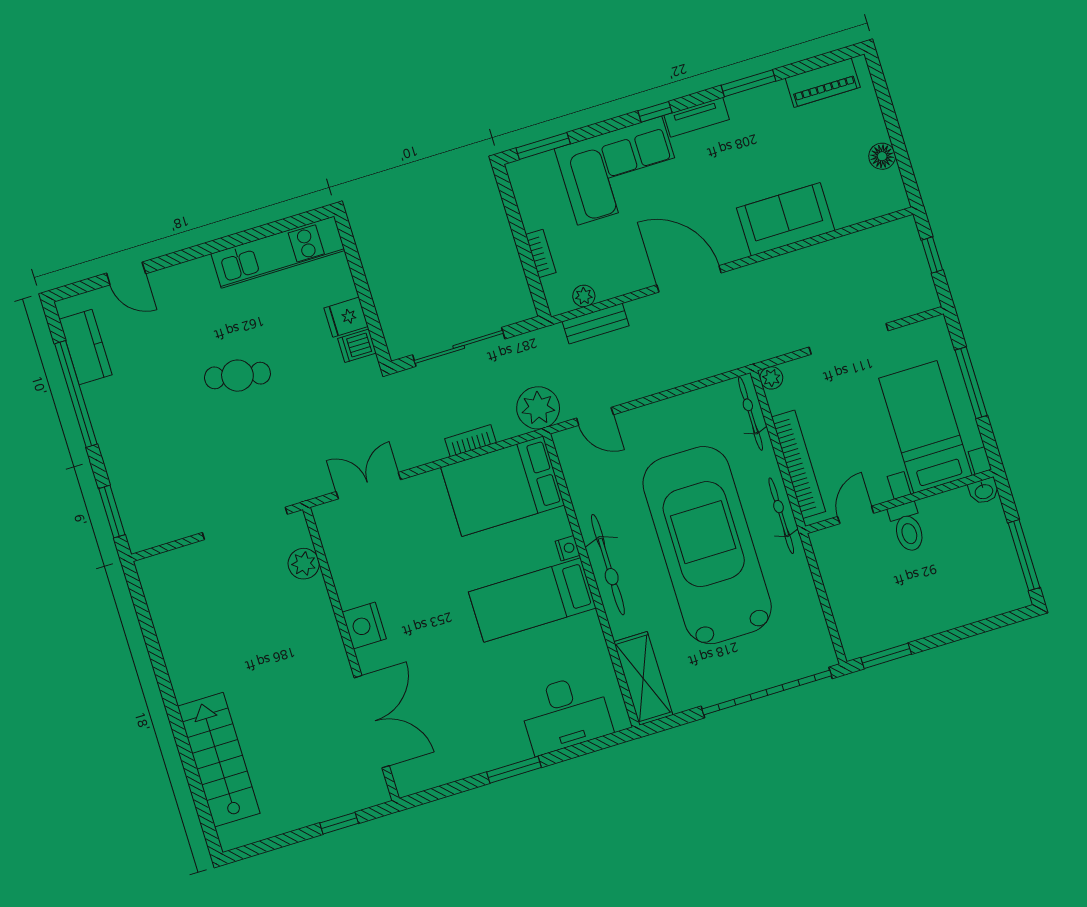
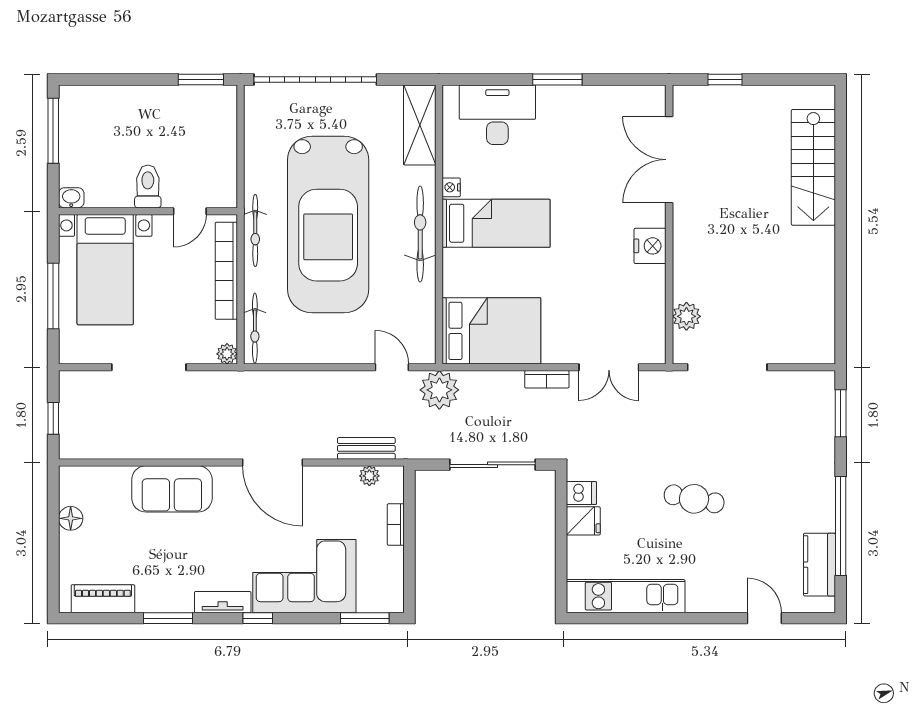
bookcase: (471, 441) -> (547, 379), moved
nightstand: (568, 548) -> (451, 187), moved

